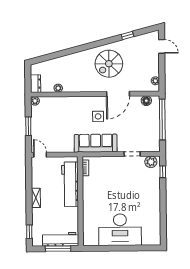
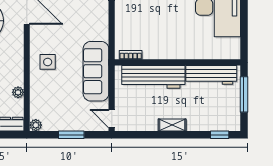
side table: (98, 116) -> (48, 62), moved
sofa: (96, 143) -> (96, 71), moved
door: (40, 155) -> (112, 119), hinge flipped
workbench: (61, 239) -> (211, 75), moved, turned -90

